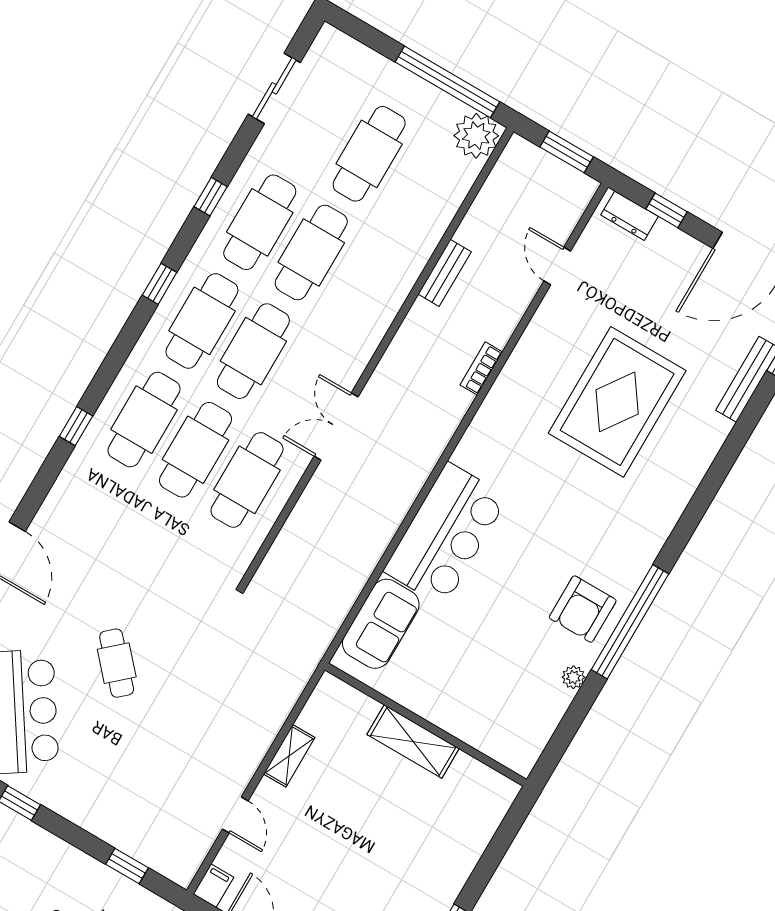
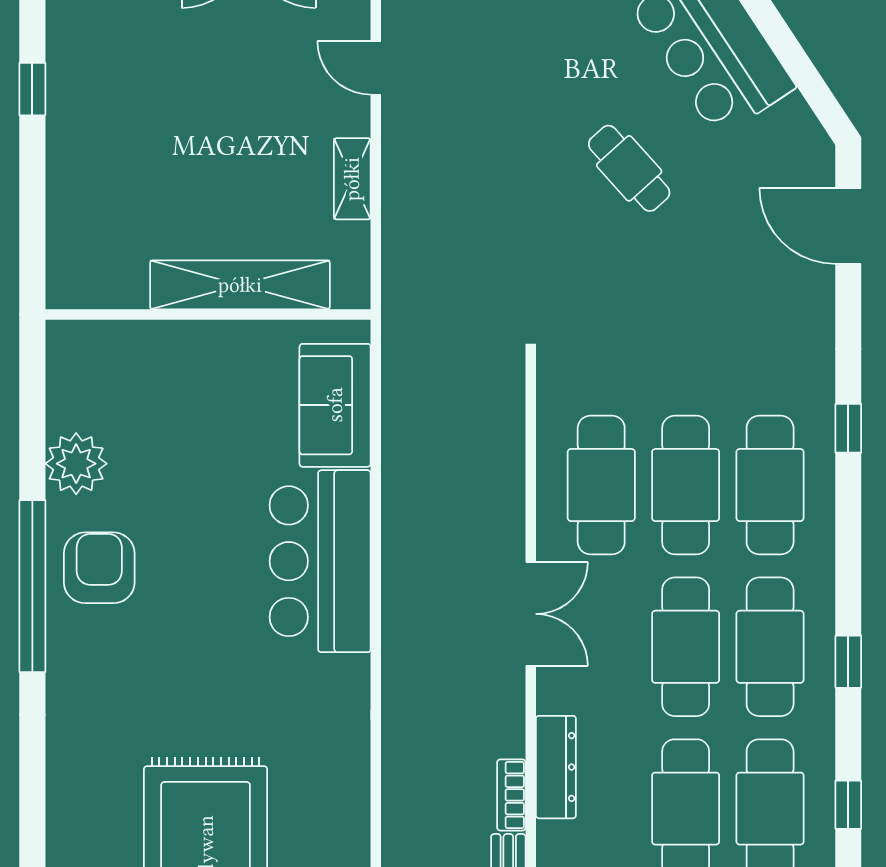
dresser: (375, 324) -> (556, 767), added
bookcase: (481, 368) -> (511, 795), moved, turned 180
plant: (573, 677) -> (76, 464), width x1.88, depth x1.88
shelving: (413, 741) -> (240, 285), width x1.47

